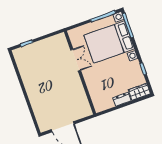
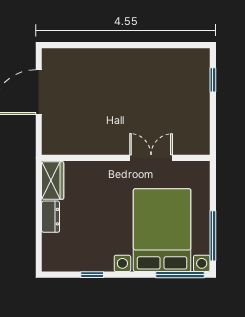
double door: (76, 60) -> (151, 158), swing flipped
wardrobe: (139, 92) -> (53, 180), moved

